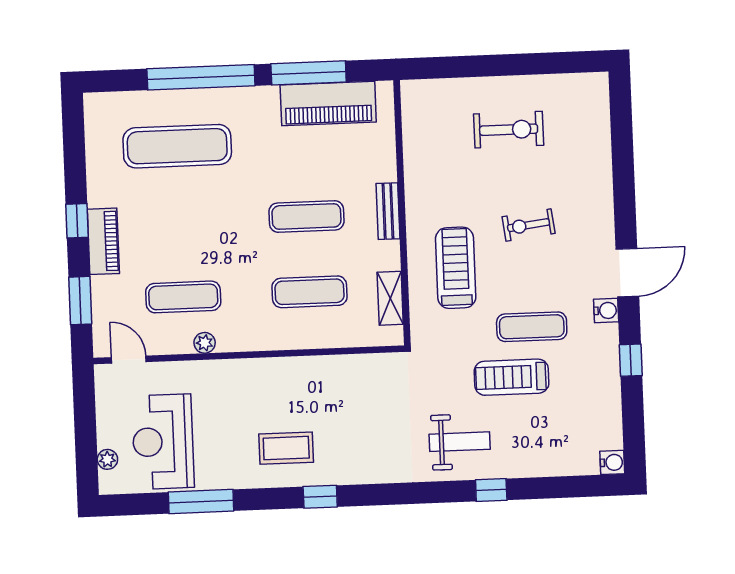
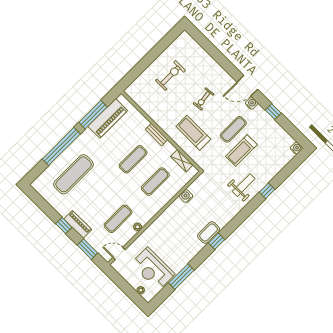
door: (627, 273) -> (247, 86), swing flipped
water cooler: (340, 367) -> (186, 196), added
coffee table: (286, 448) -> (209, 232), moved

